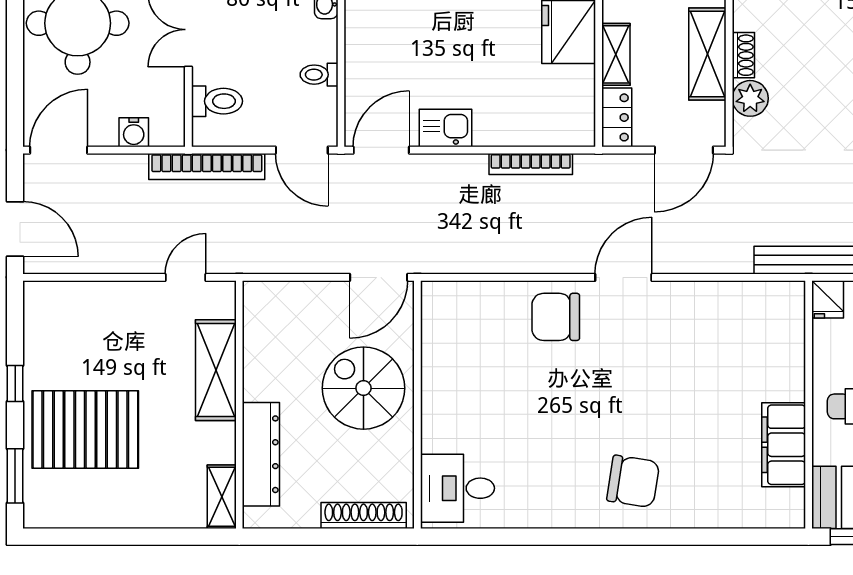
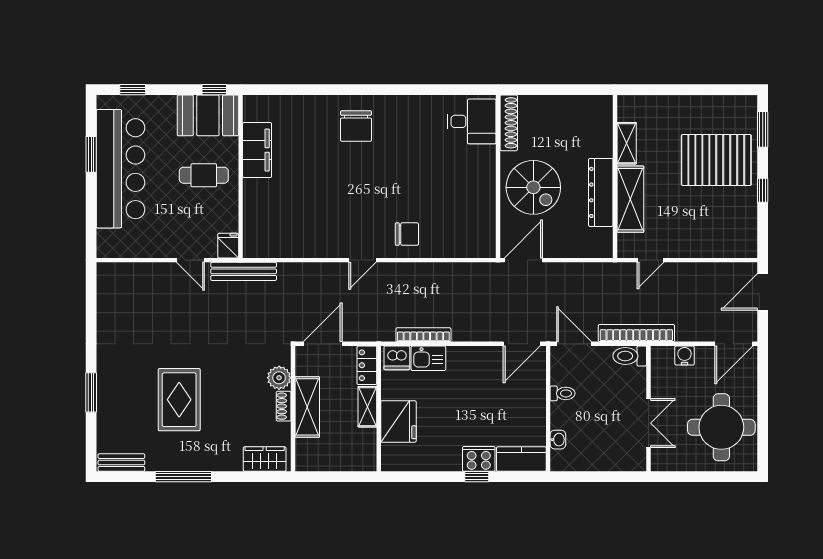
toilet: (217, 101) -> (630, 356), moved
kitchen sink: (445, 128) -> (428, 358), moved
dishwasher: (571, 129) -> (397, 358), added
door: (15, 229) -> (763, 292), hinge flipped
door: (623, 277) -> (362, 260), width x0.73
chair: (556, 317) -> (407, 234), width x0.73, depth x0.73
dresser: (261, 454) -> (601, 192), moved
chair: (633, 481) -> (356, 126), turned -99
shelving: (222, 497) -> (627, 143), moved
shoe rack: (364, 515) -> (509, 123), moved, turned -90

